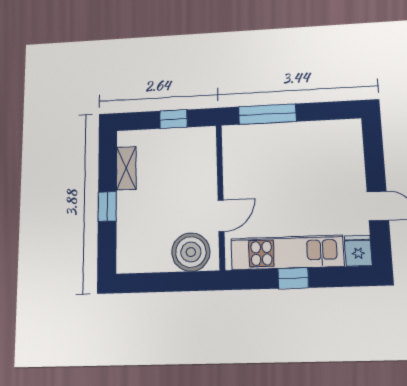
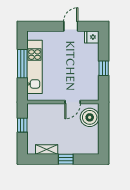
window: (267, 114) -> (22, 64), moved
door: (221, 216) -> (73, 102), swing flipped
kitchen unit: (287, 252) -> (34, 67), moved, turned 180

